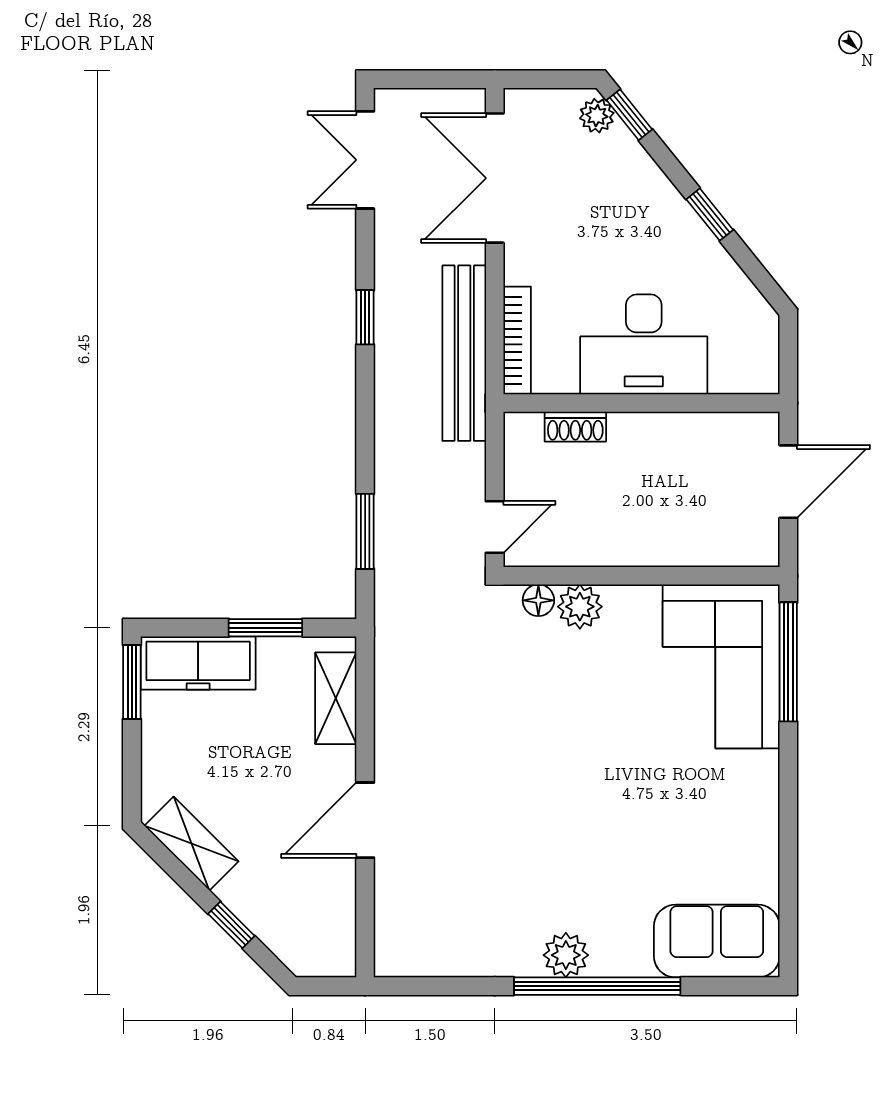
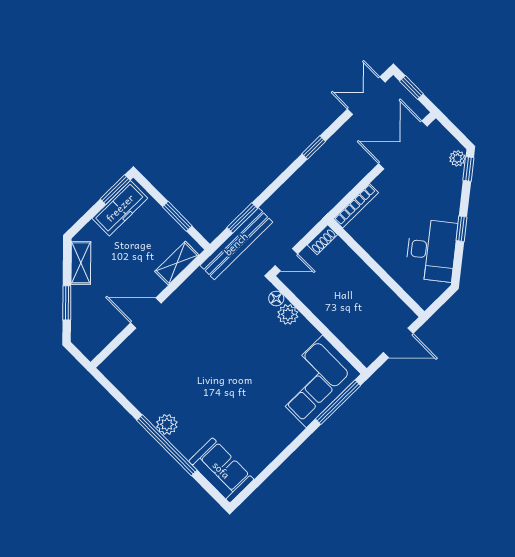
window: (420, 79) -> (411, 87), added
desk: (644, 344) -> (431, 250), moved, turned -129
bench: (464, 353) -> (236, 244), moved
shoe rack: (575, 427) -> (322, 240), moved, turned -90
freezer: (198, 663) -> (120, 208), moved, turned -90
window: (231, 925) -> (67, 303), width x1.50

